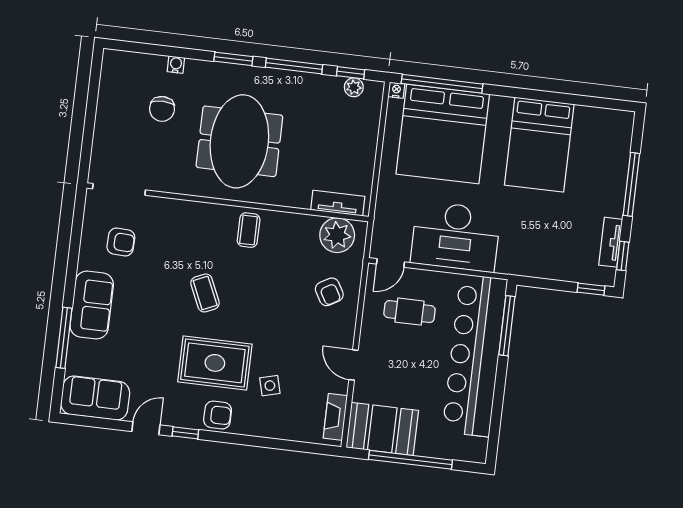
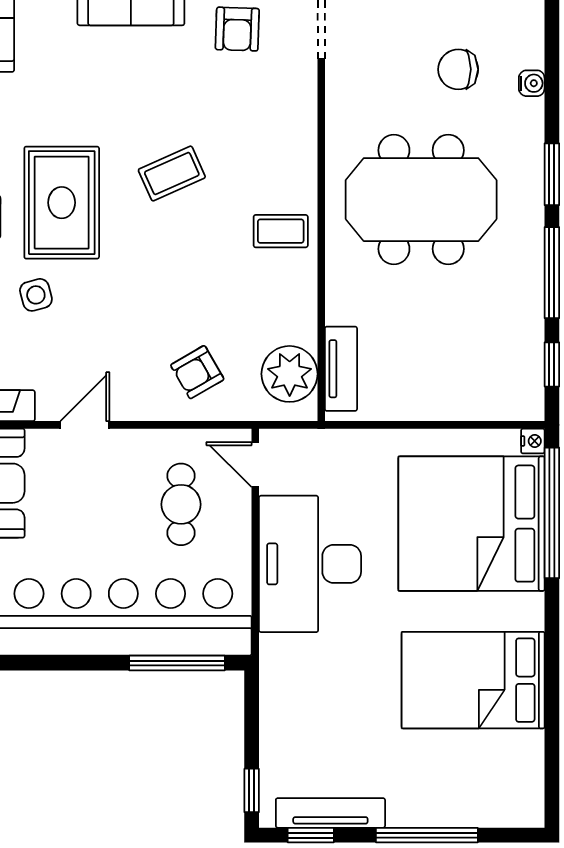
plant: (354, 87) -> (529, 372), removed
tv unit: (611, 242) -> (330, 813), width x1.41

